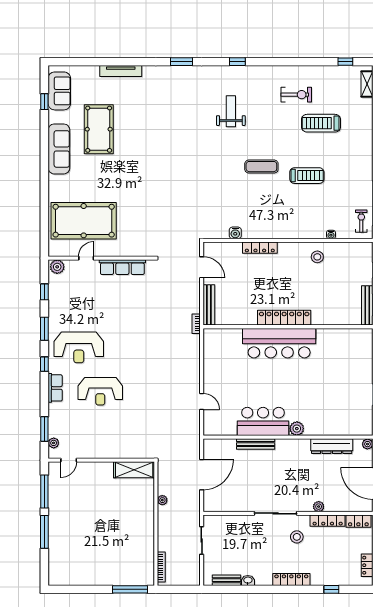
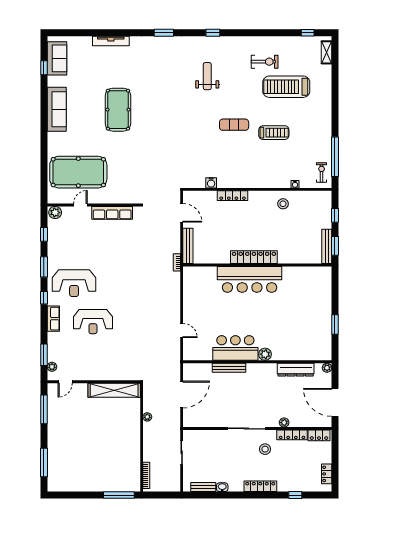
treadmill: (321, 123) -> (286, 87), width x1.37, depth x1.38
pool table: (99, 129) -> (118, 110), moved
shelving: (134, 470) -> (114, 390), width x1.47
window: (44, 532) -> (44, 463), moved

